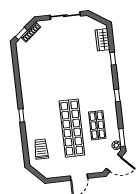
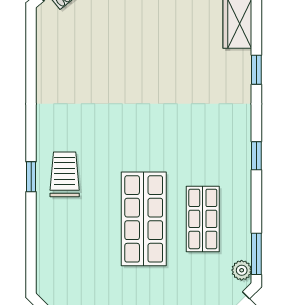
shop shelf: (72, 128) -> (144, 219), width x0.71
trolley: (41, 149) -> (65, 174), moved

